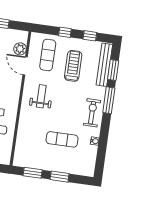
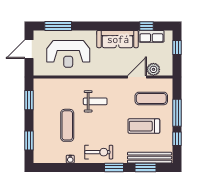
window: (65, 32) -> (177, 113), width x2.17
treadmill: (73, 66) -> (144, 126), turned 180
weight bench: (41, 96) -> (95, 101), moved
window: (109, 100) -> (114, 167), width x0.69
window: (60, 177) -> (29, 141), moved

